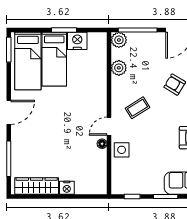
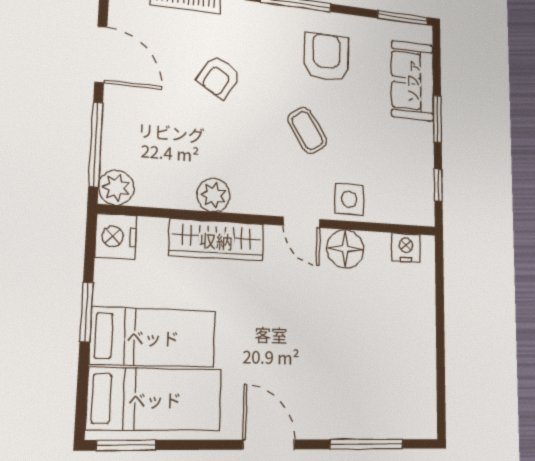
nightstand: (77, 41) -> (116, 237), moved
plant: (119, 68) -> (214, 195), moved
coffee table: (137, 108) -> (307, 130), moved
floor lamp: (102, 144) -> (345, 249), width x1.89, depth x1.89
wardrobe: (37, 186) -> (216, 240), moved, turned -90
nightstand: (67, 188) -> (406, 247), moved, turned -90

